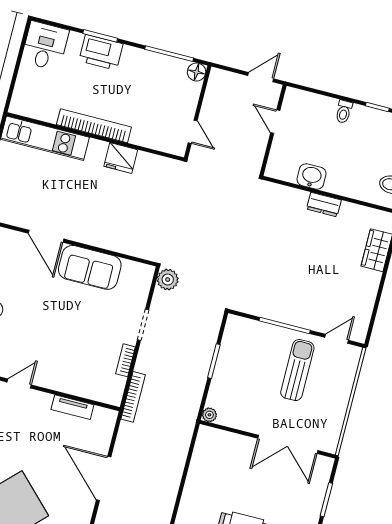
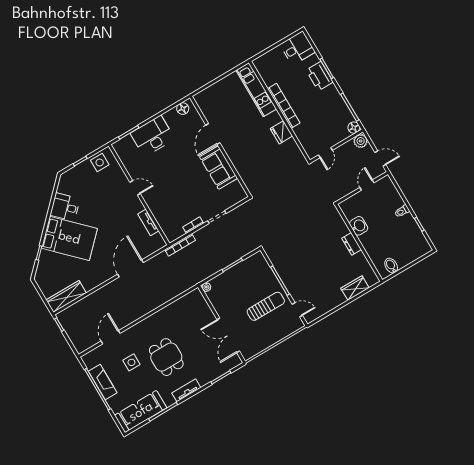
plant: (168, 280) -> (361, 141), moved

